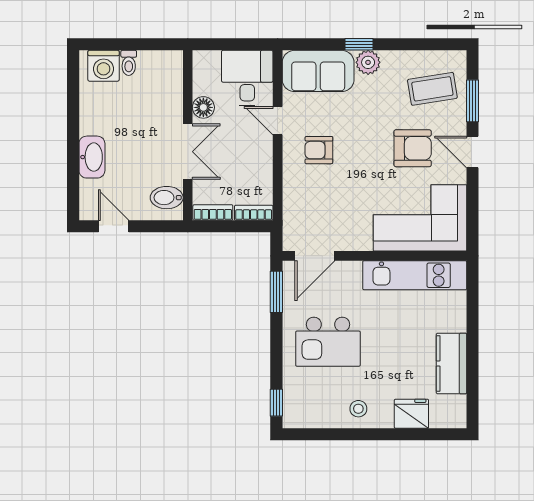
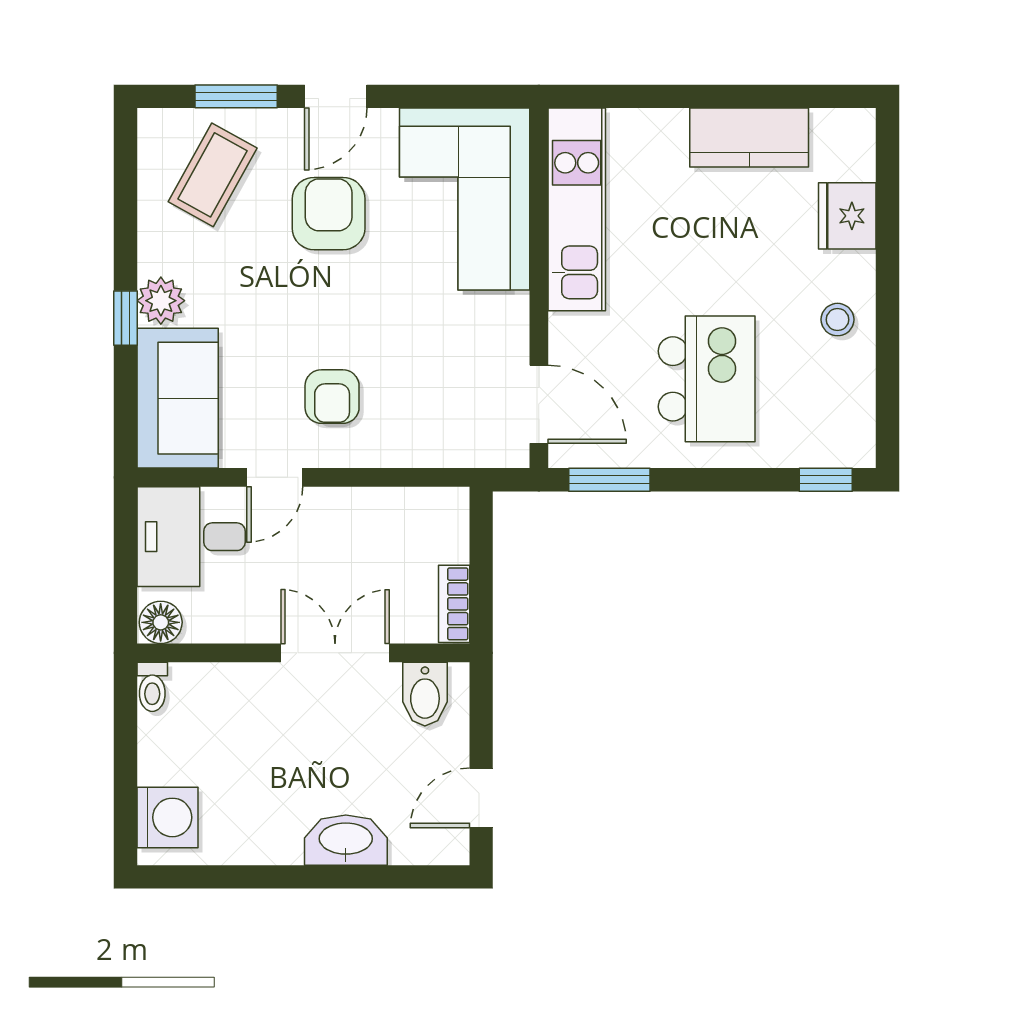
toilet: (129, 63) -> (152, 687), moved, turned 90
coffee table: (432, 89) -> (213, 175), turned 38
floor lamp: (203, 107) -> (161, 622), moved
bookcase: (254, 213) -> (455, 524), removed

